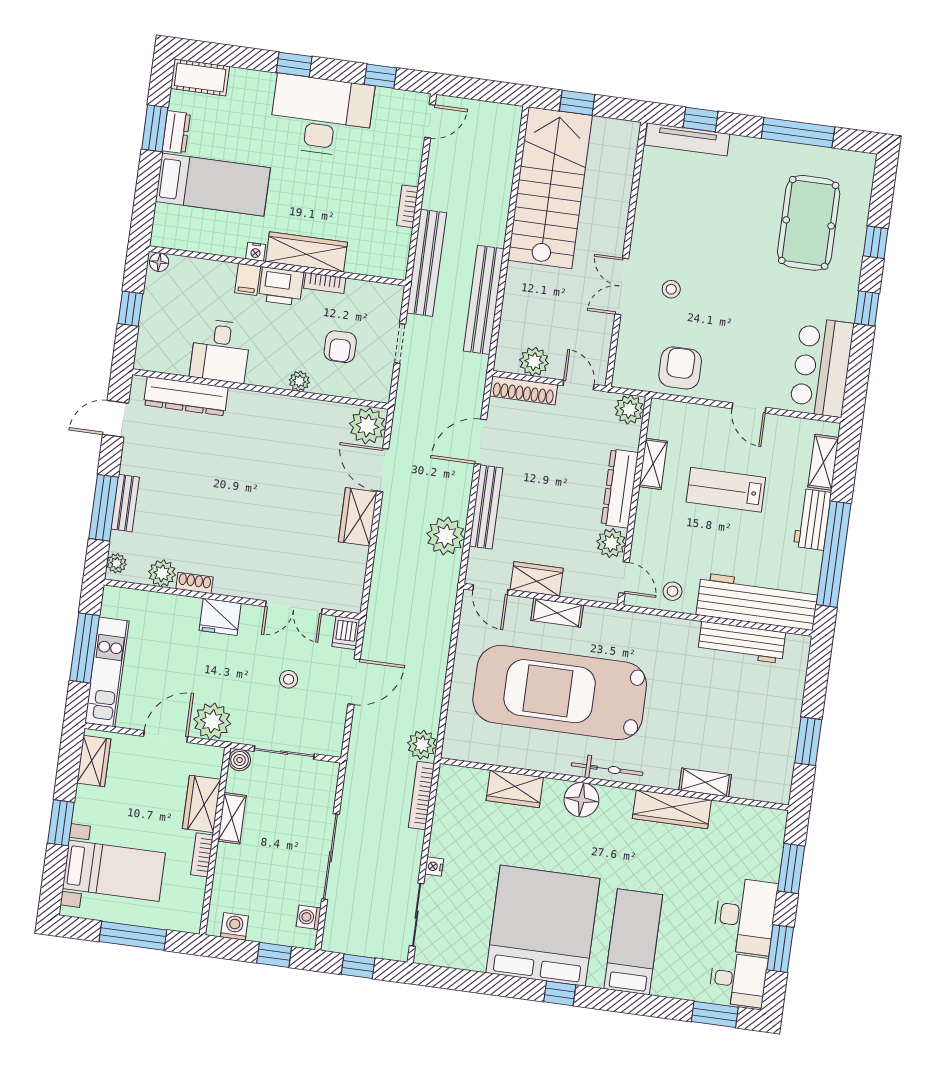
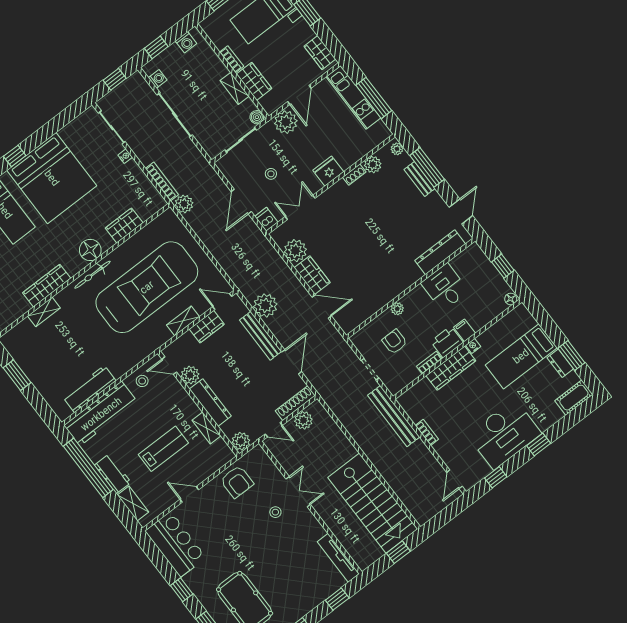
tv unit: (687, 139) -> (338, 558), moved, turned -90
bench: (484, 300) -> (352, 425), removed
plant: (368, 426) -> (295, 251), moved

